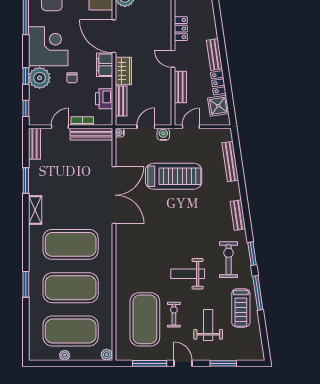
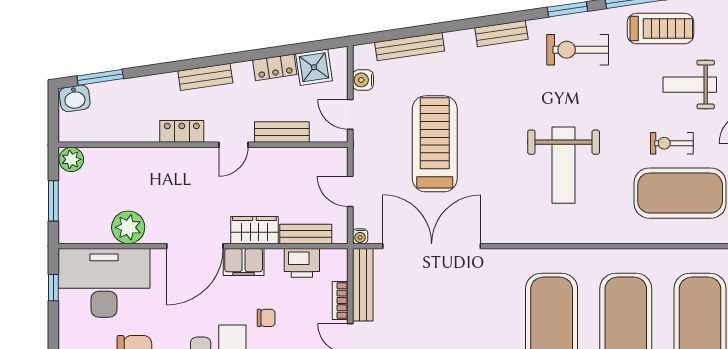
bench: (214, 55) -> (205, 77), moved
water cooler: (163, 134) -> (363, 80), moved
double door: (114, 195) -> (432, 246), moved
weight bench: (188, 274) -> (564, 165), moved, width x1.36, depth x1.33

